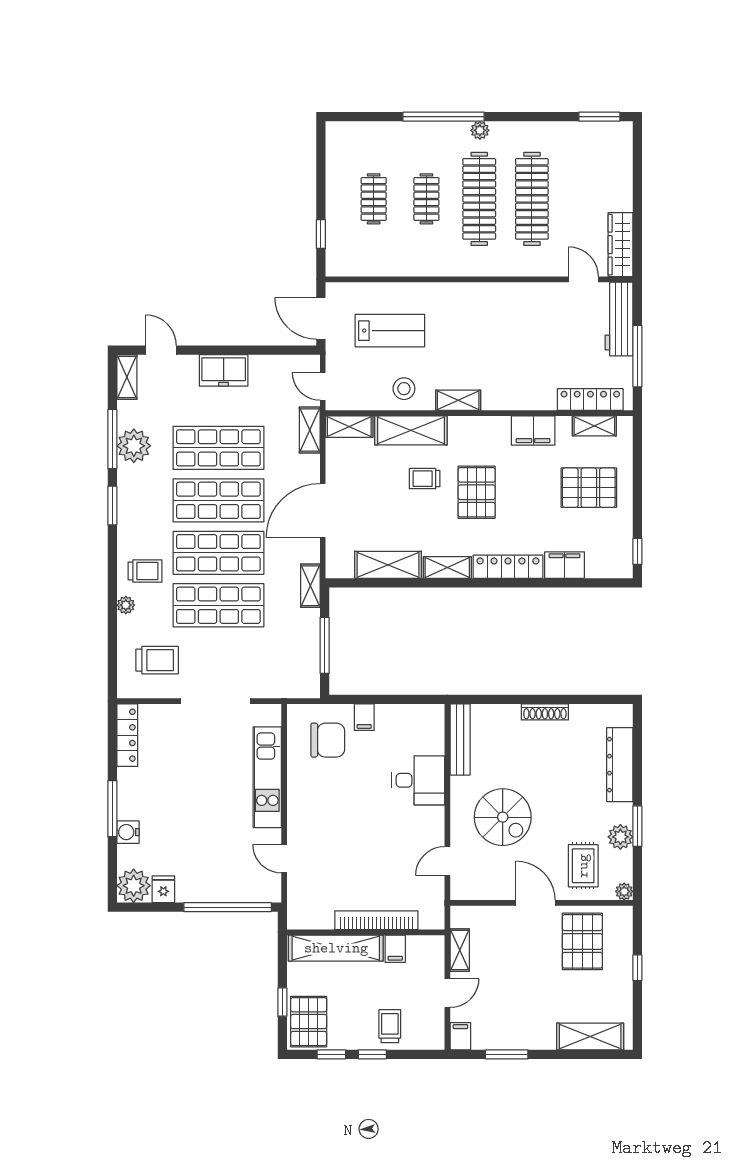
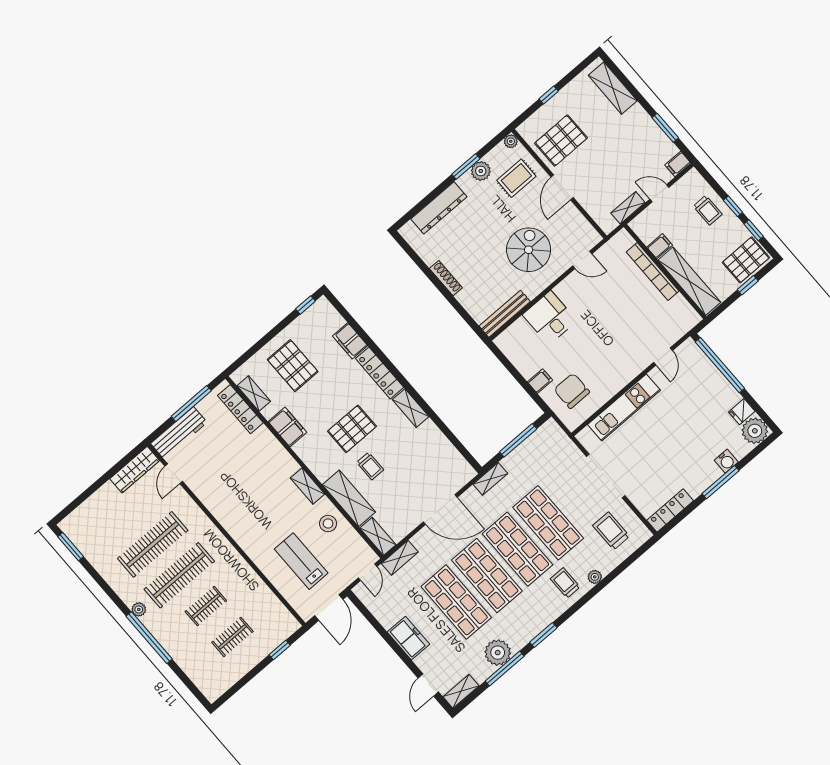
shelving: (388, 565) -> (439, 444), removed
trolley: (390, 1026) -> (708, 210), turned -90

